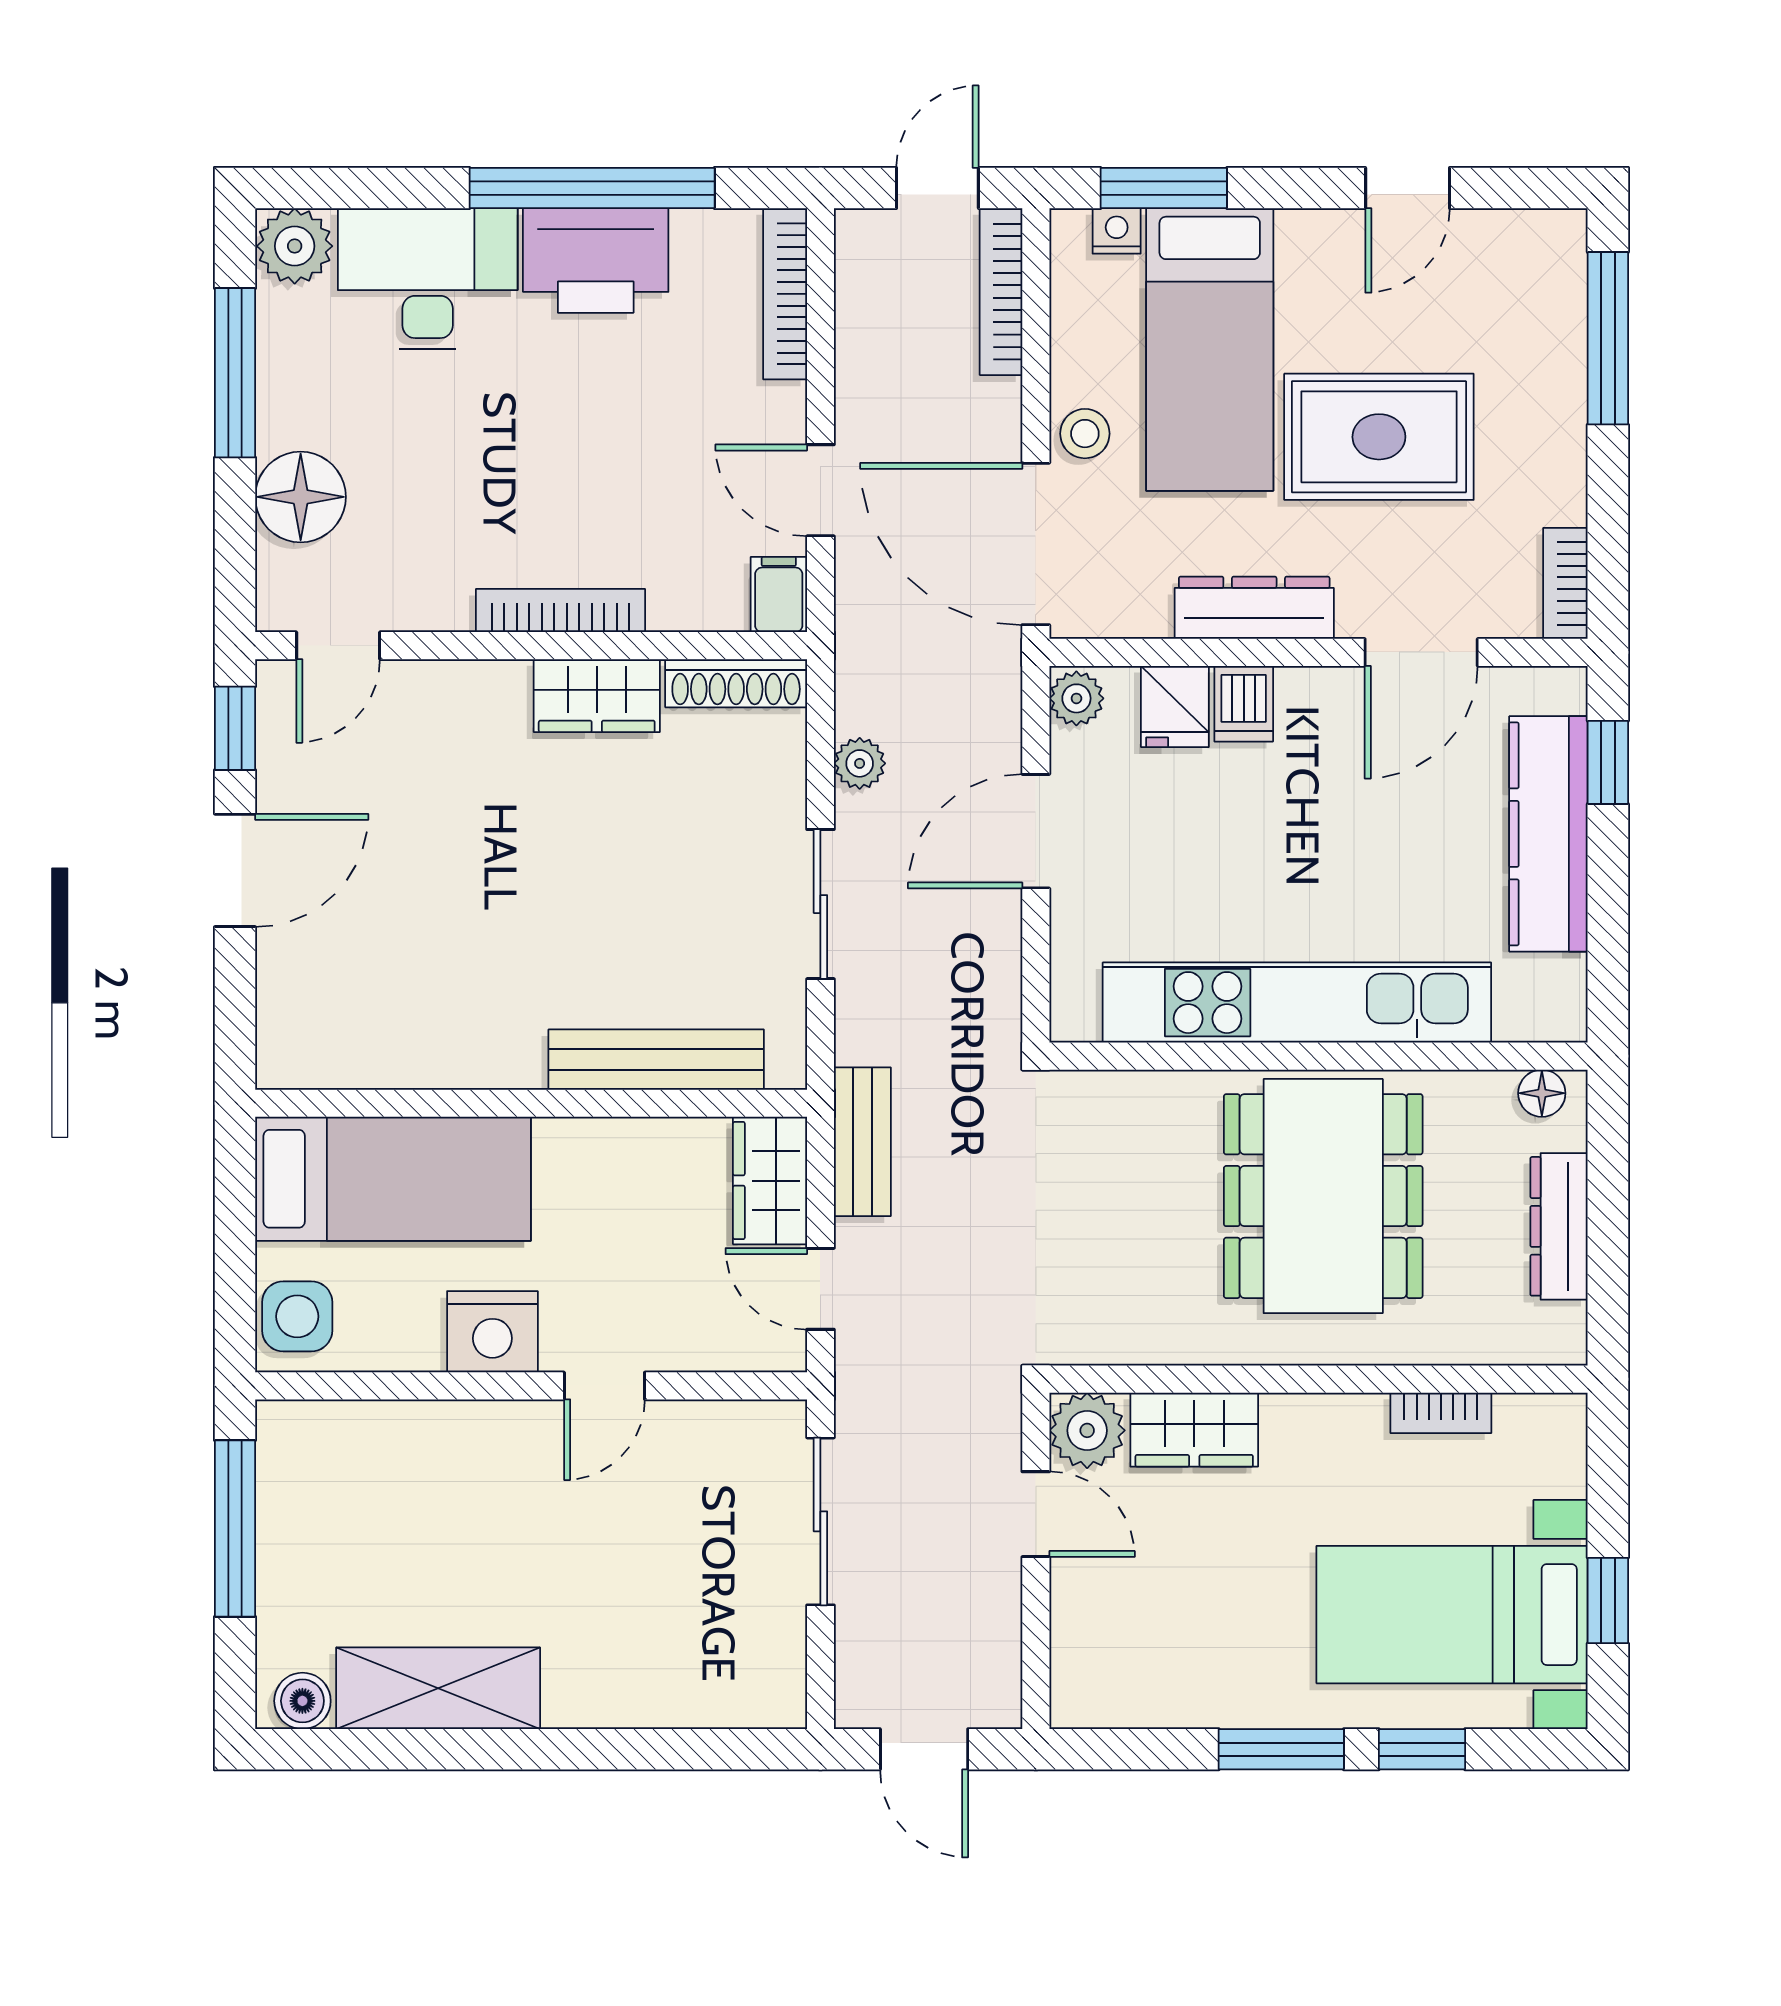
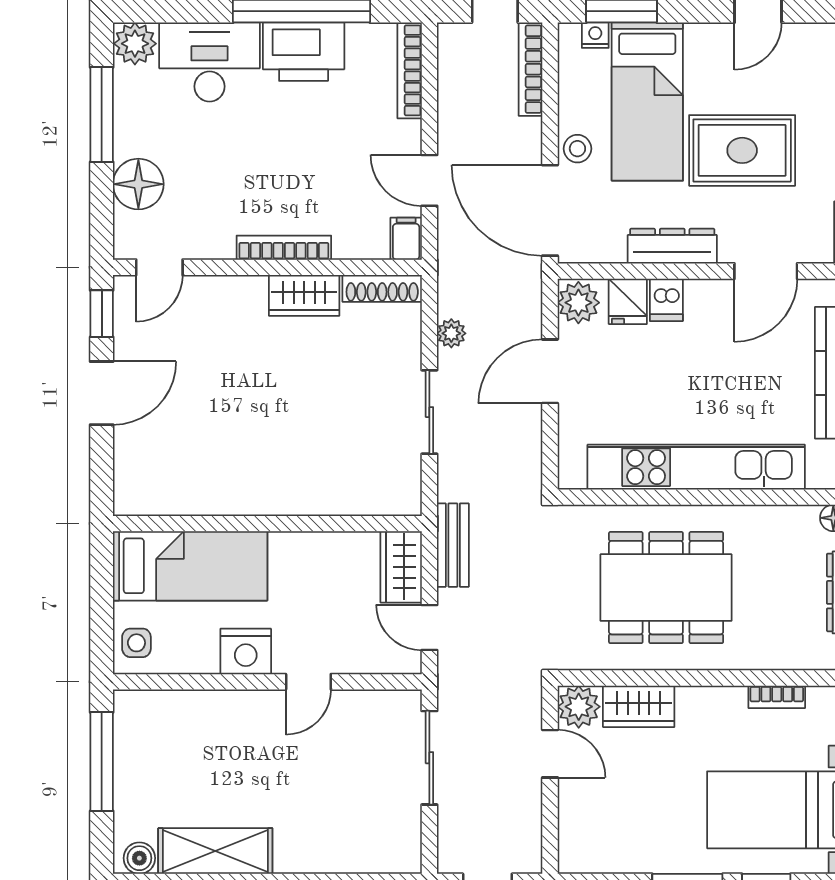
plant: (1076, 698) -> (578, 303), width x1.38, depth x1.38
bench: (656, 1060) -> (337, 499), removed
dining table: (1323, 1196) -> (666, 588), moved, turned 90
side table: (297, 1316) -> (136, 643), width x0.73, depth x0.73

